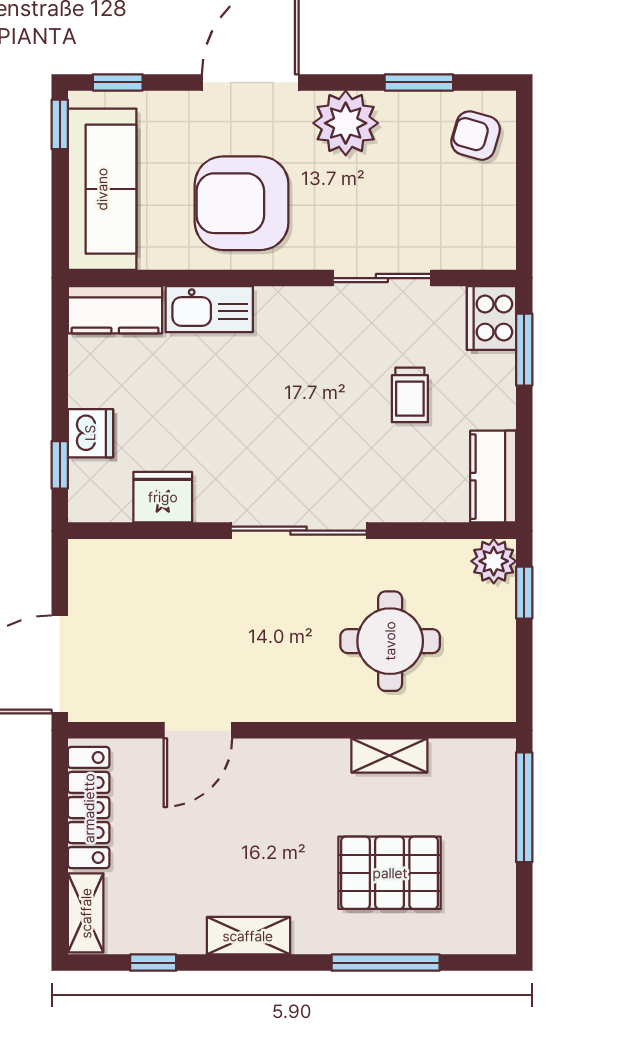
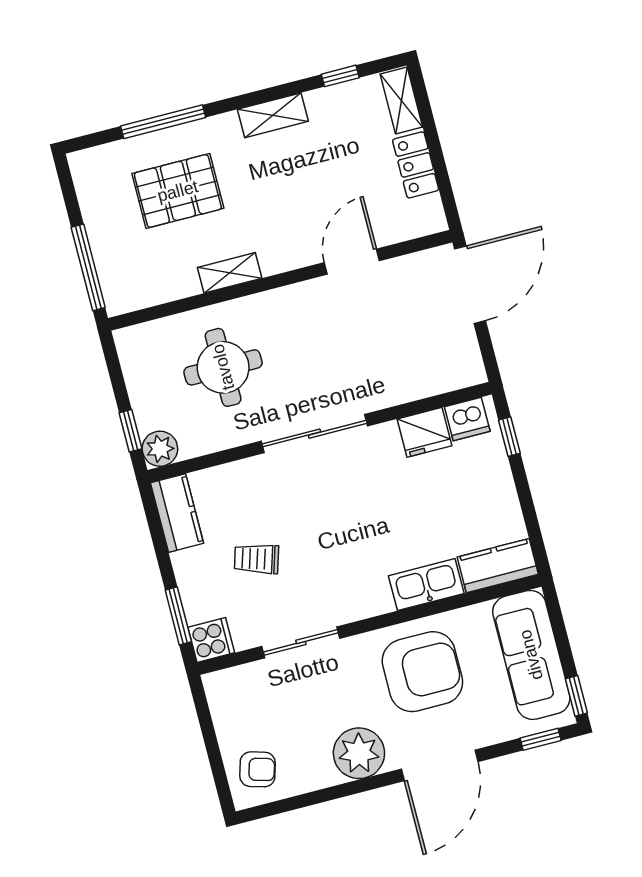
window: (419, 82) -> (311, 799), removed
cooker: (491, 318) -> (211, 640), width x0.73
trolley: (410, 395) -> (256, 559), turned -73
dishwasher: (90, 433) -> (467, 419), moved, turned -90
shelving: (389, 755) -> (230, 273), moved
locker: (89, 808) -> (416, 165), width x0.66

